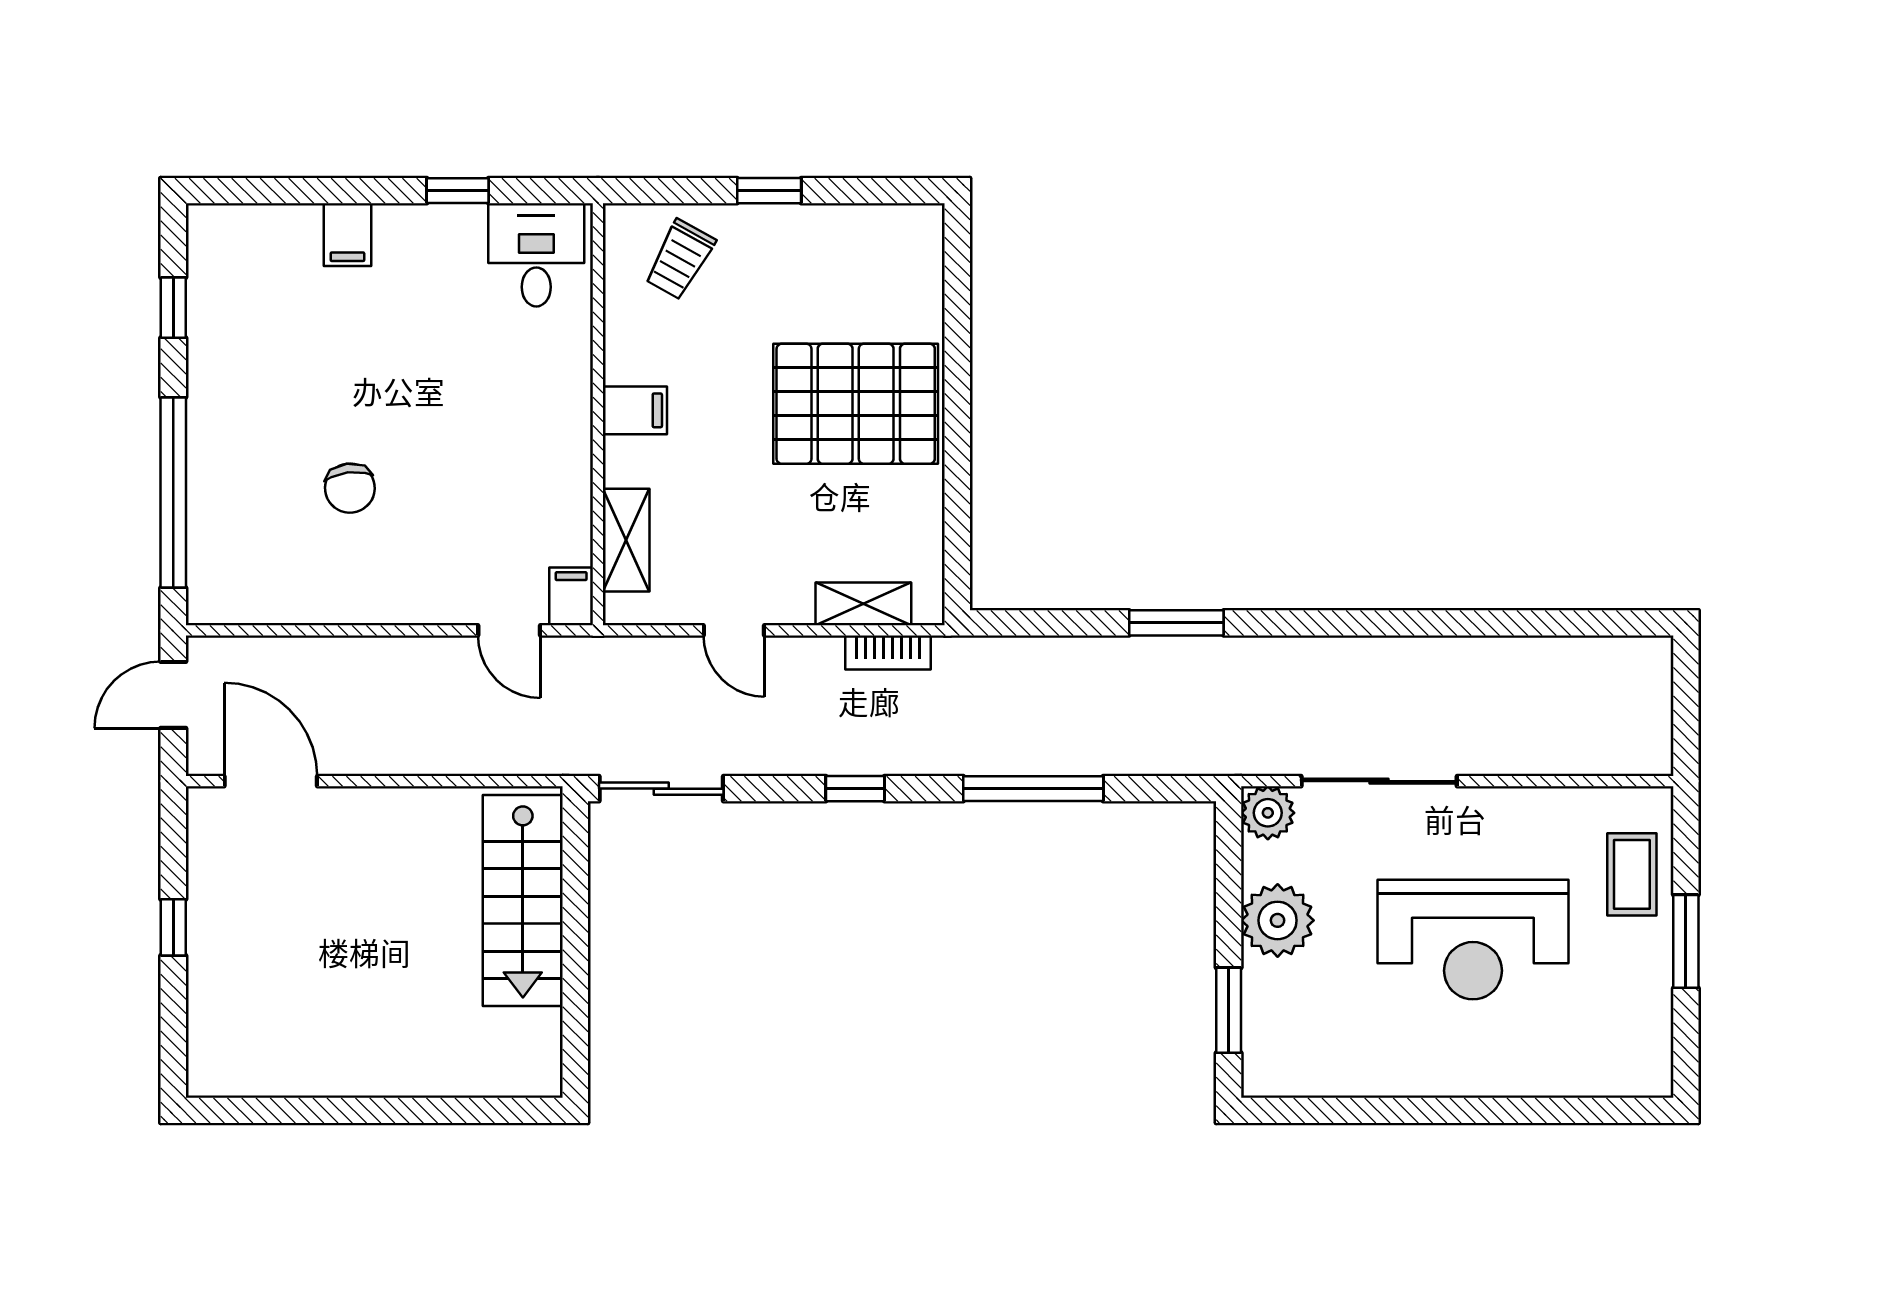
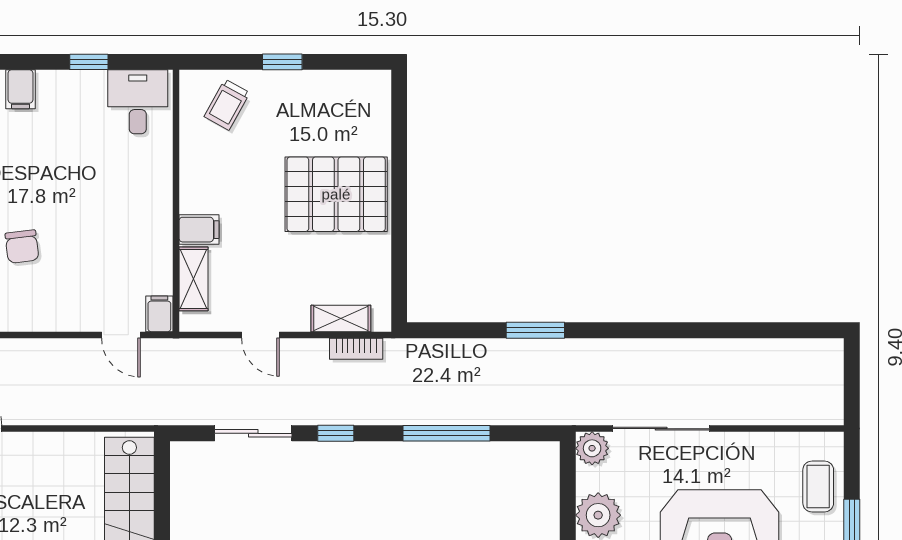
filing cabinet: (635, 410) -> (199, 230), moved
sliding door: (661, 789) -> (253, 433), moved

